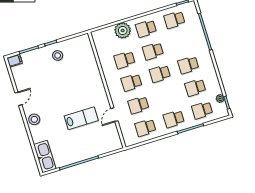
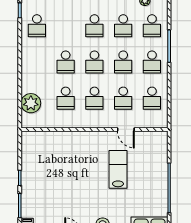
school desk: (146, 29) -> (123, 62), moved
plant: (123, 30) -> (31, 103), moved
stool: (58, 55) -> (37, 174), removed

